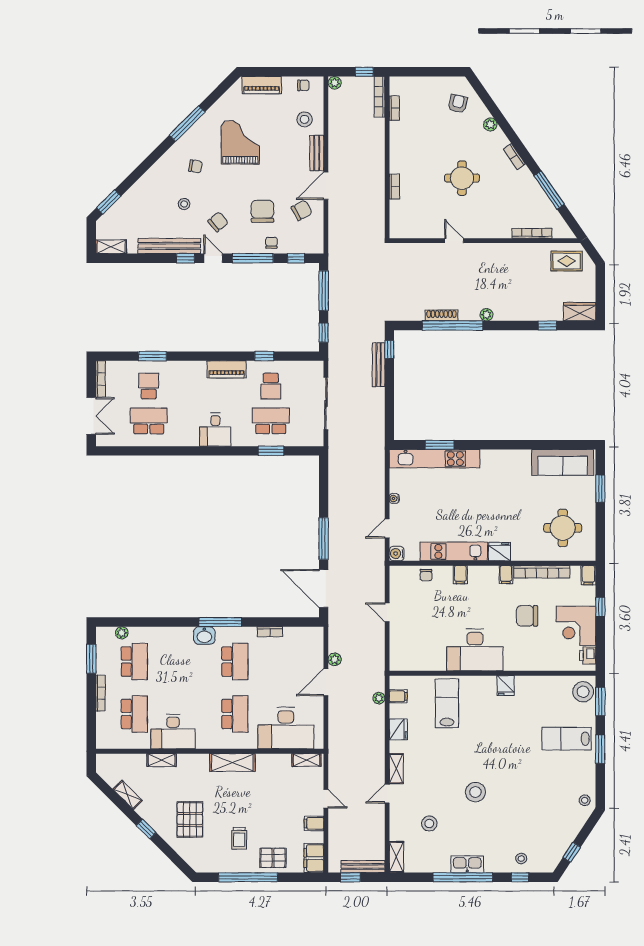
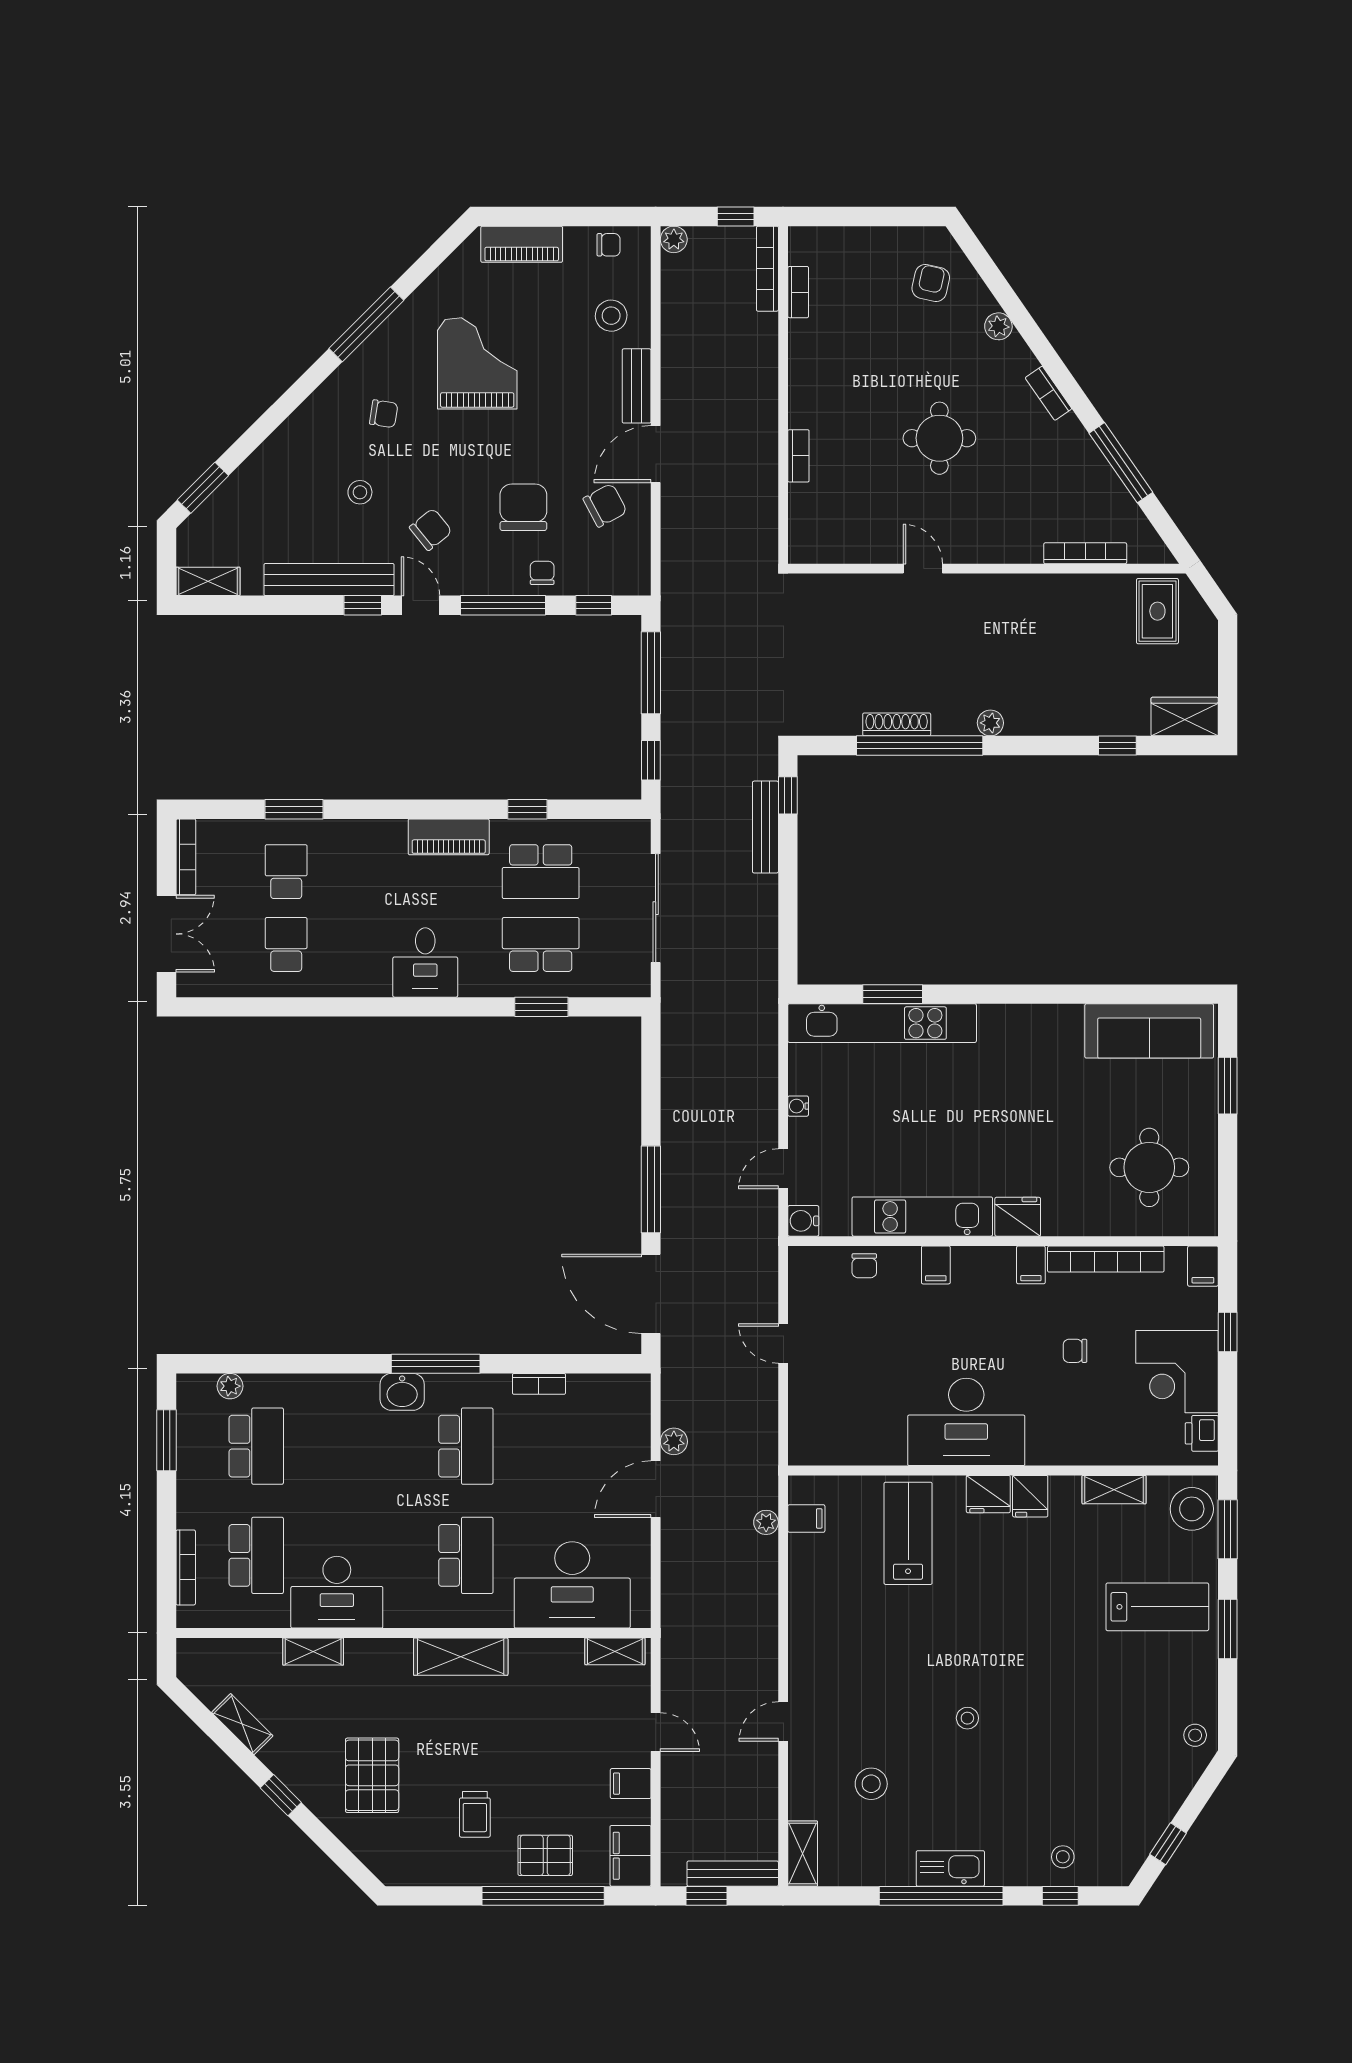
rug: (567, 261) -> (1157, 611), turned 90
school desk: (271, 386) -> (541, 872), width x1.85
school desk: (149, 421) -> (286, 944), width x0.54
chair: (527, 616) -> (1075, 1351), width x0.54, depth x0.54
bookcase: (100, 693) -> (186, 1567), moved
fridge: (398, 729) -> (988, 1494), moved, turned 90
lab bench: (567, 739) -> (1157, 1607), turned 180
shelving: (396, 769) -> (1114, 1490), moved, turned 90
stool: (475, 792) -> (967, 1718), width x0.53, depth x0.53
window: (248, 877) -> (543, 1896), moved

